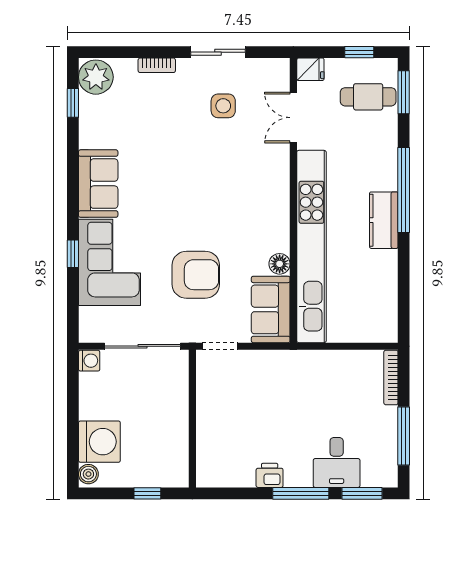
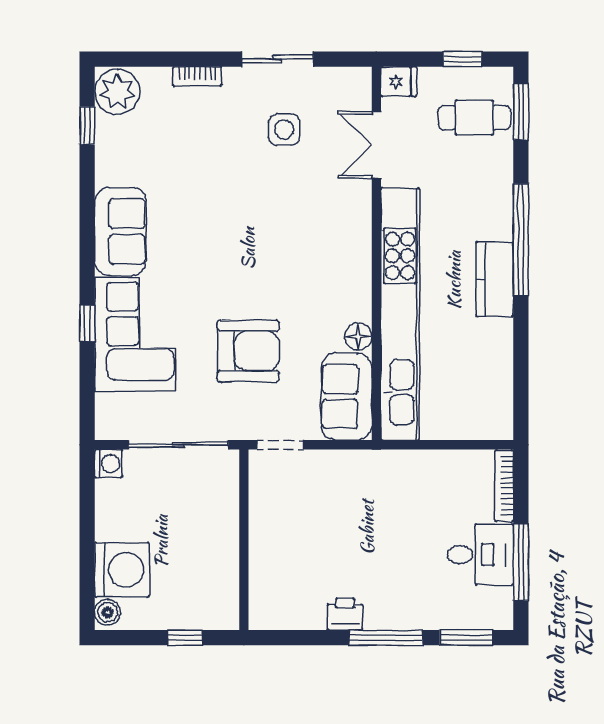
desk: (337, 462) -> (480, 555), moved, turned -90

